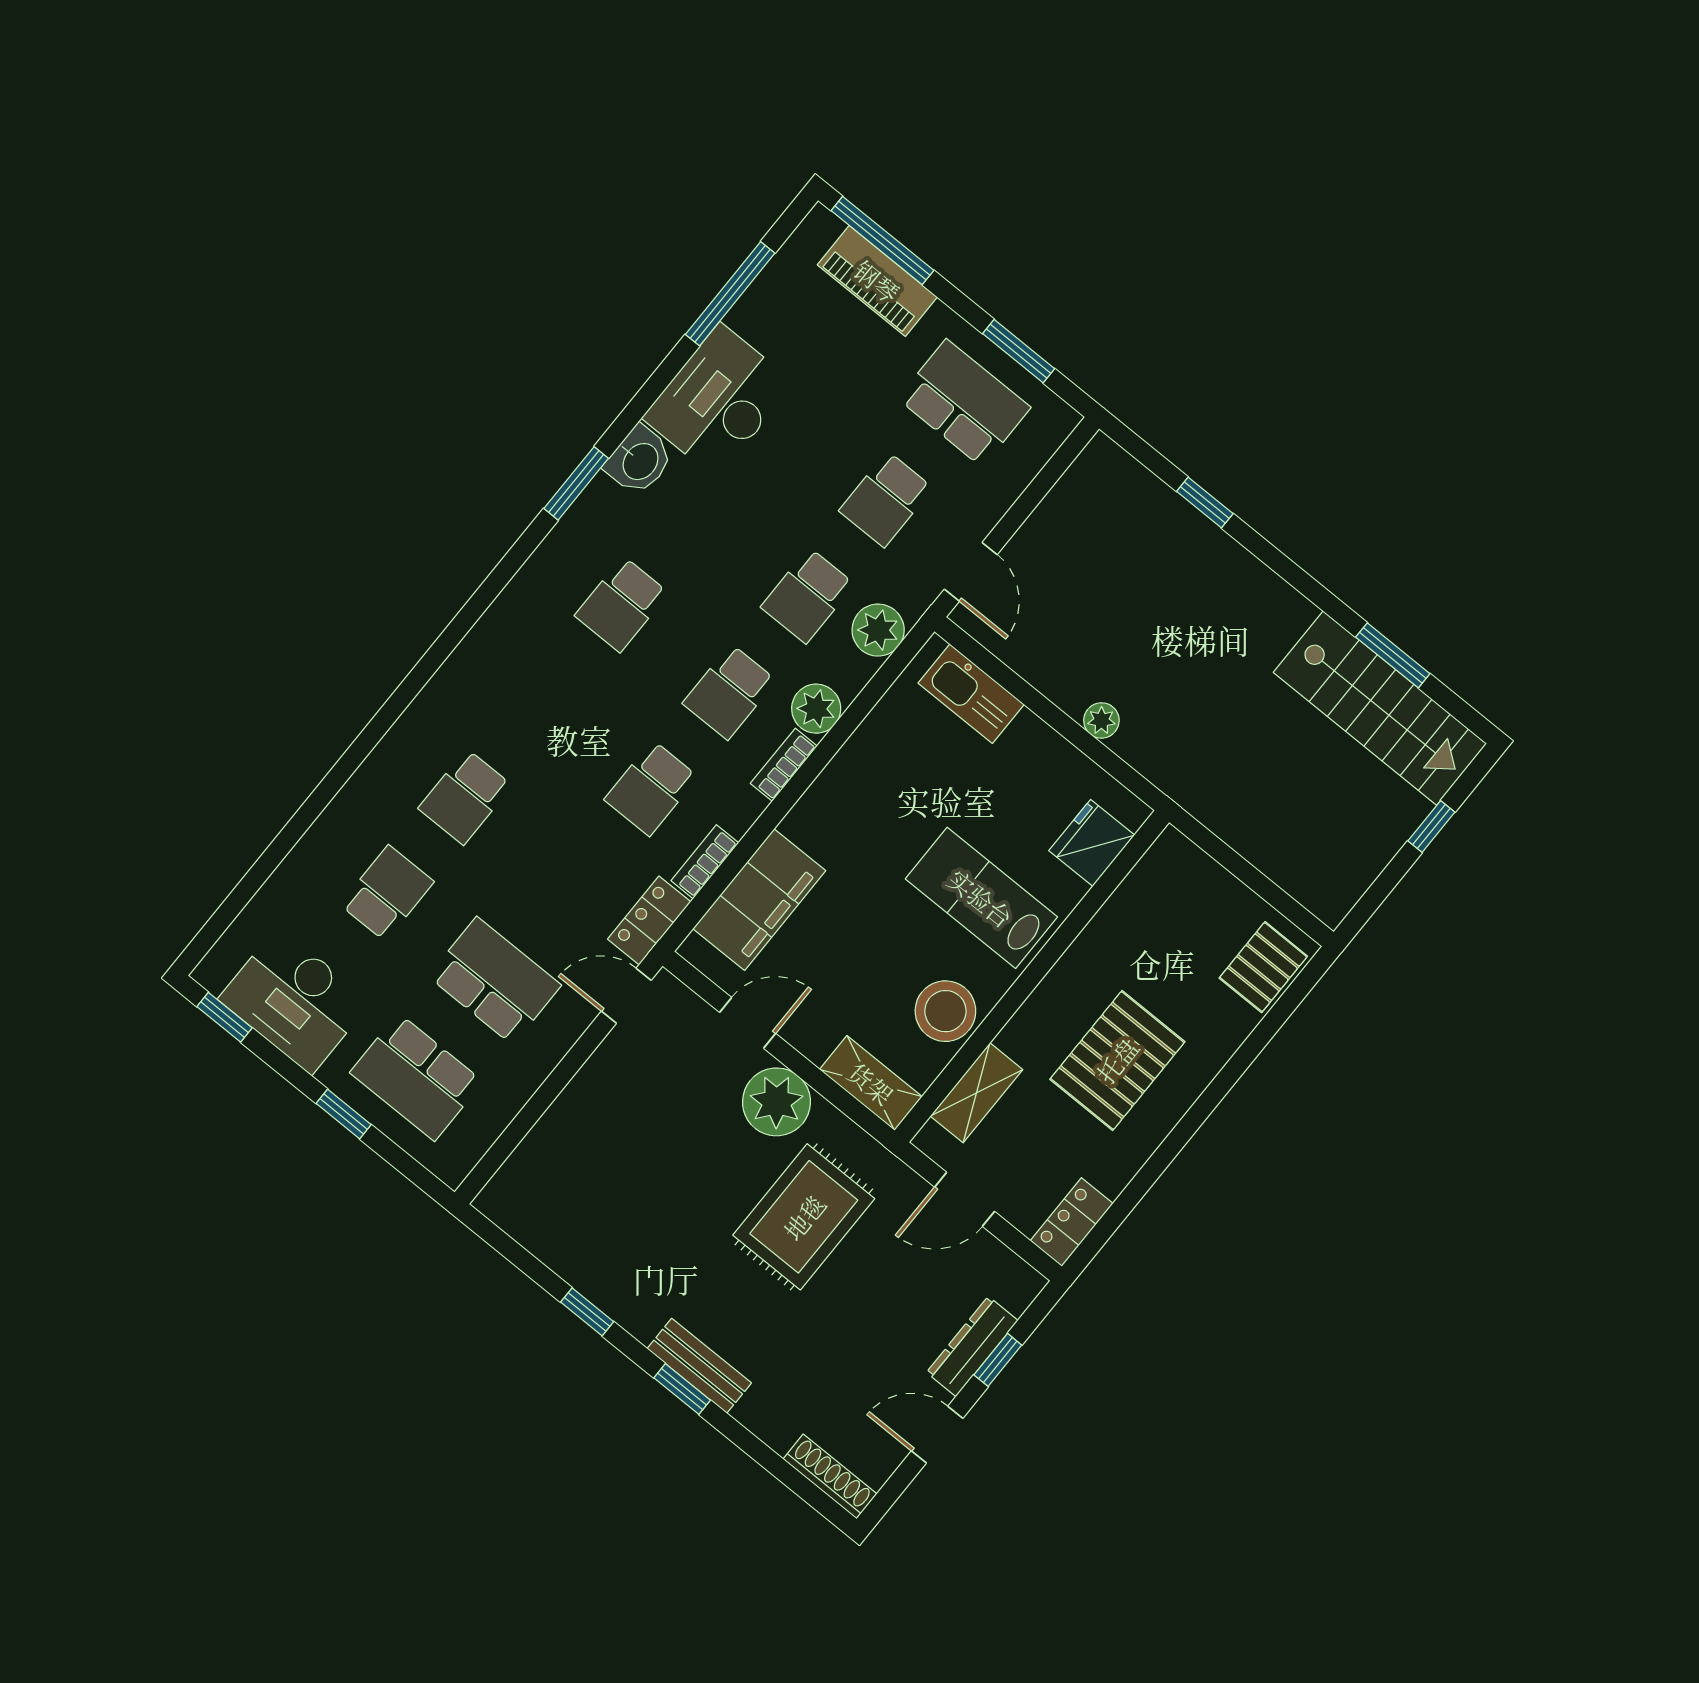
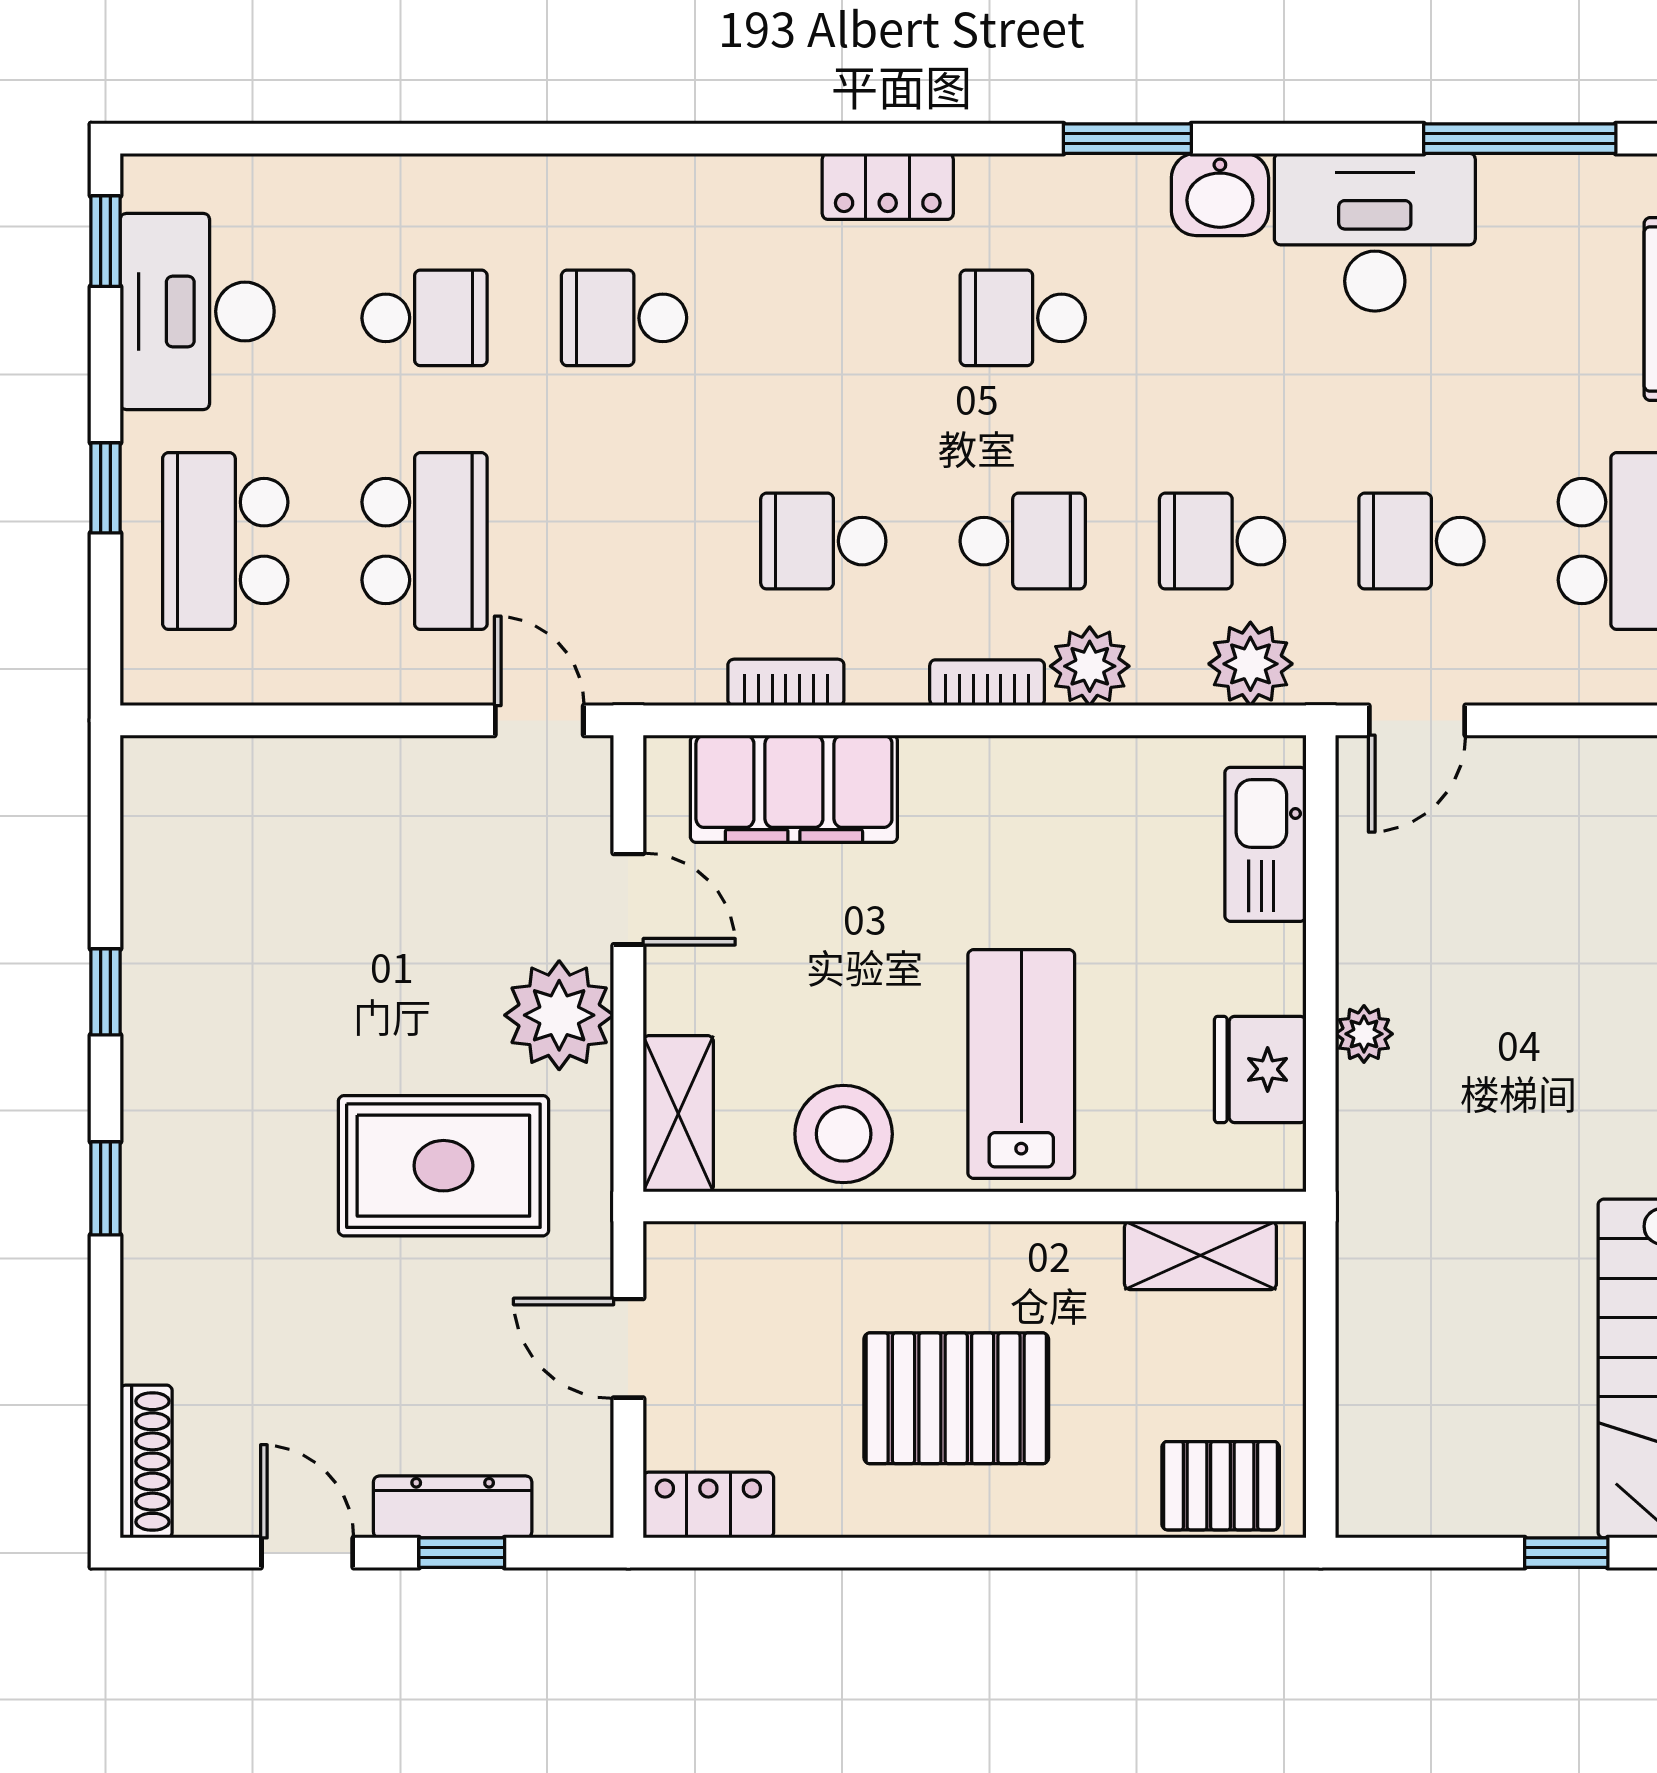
school desk: (729, 692) -> (1023, 541), turned 180
fridge: (1092, 843) -> (1260, 1069), moved, turned -90
locker: (649, 920) -> (888, 186), moved, turned 180
shelving: (976, 1093) -> (1200, 1255), moved
bench: (699, 1366) -> (152, 1186), removed

